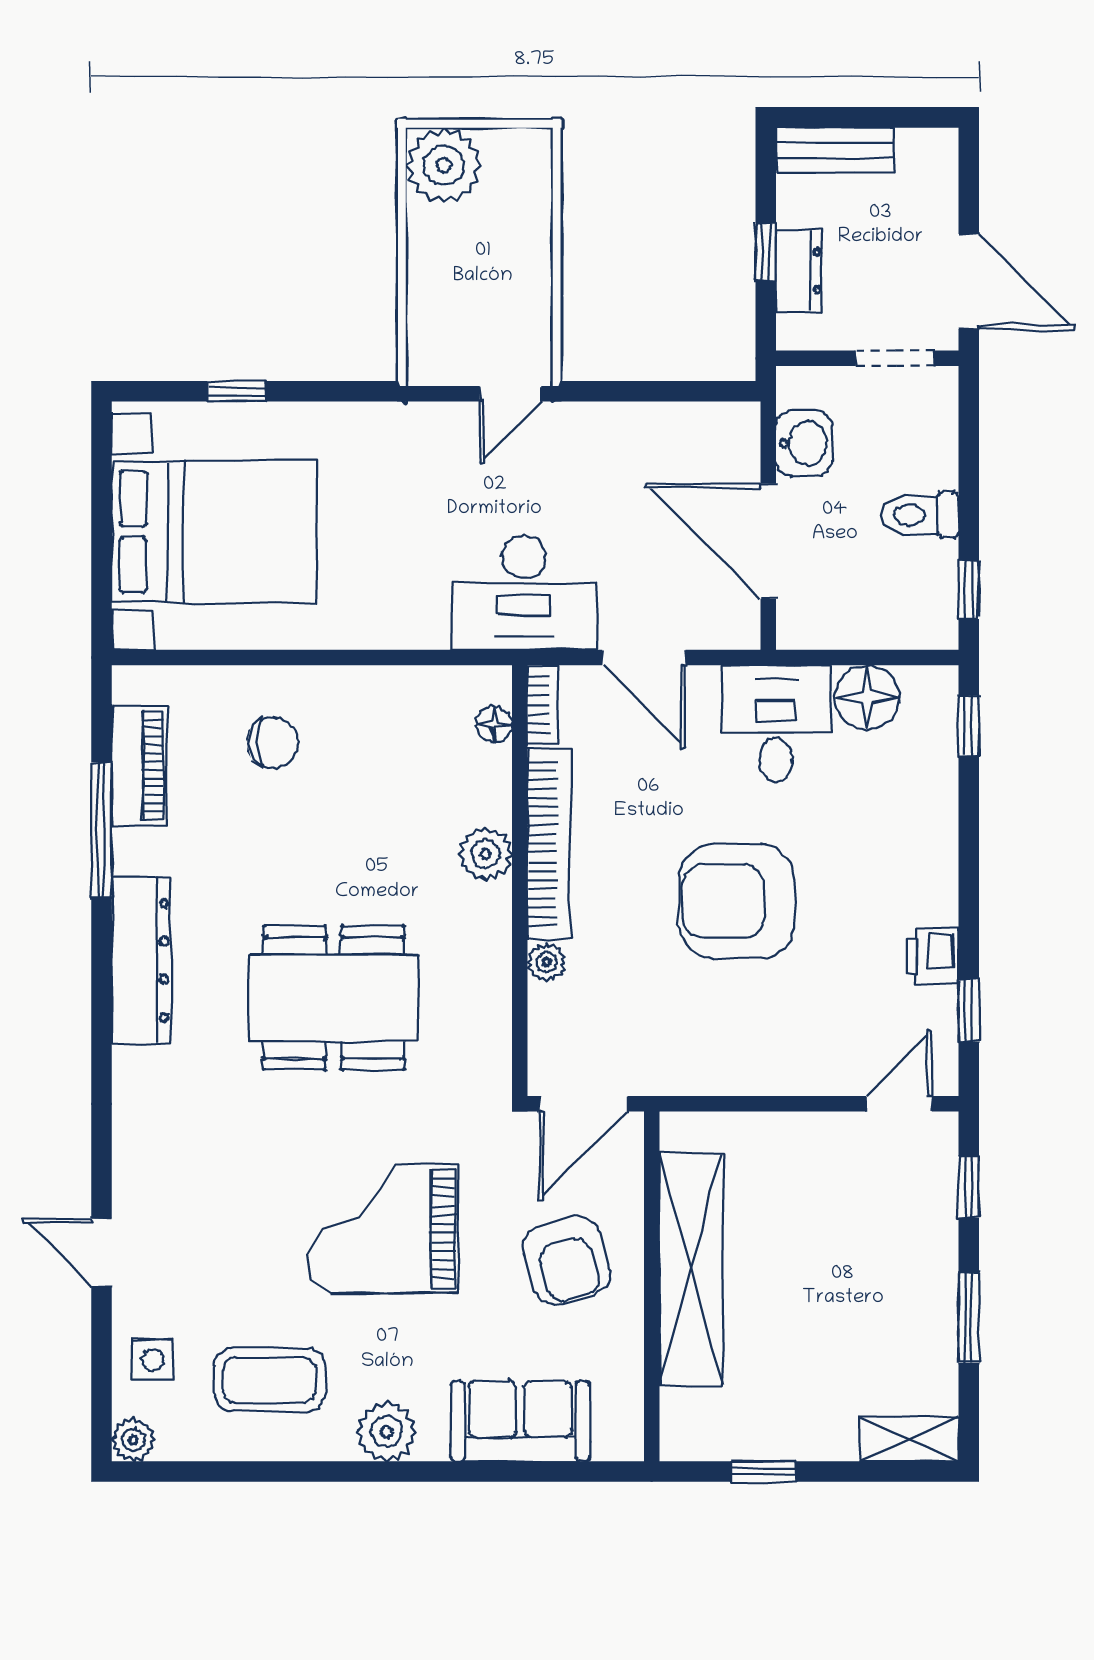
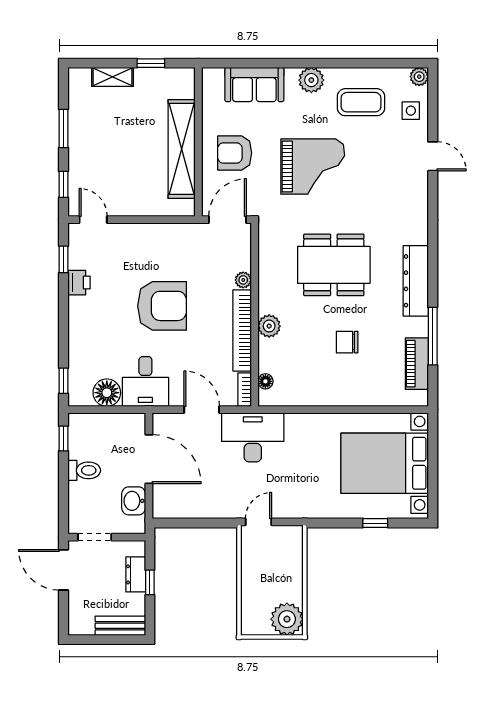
chair: (273, 743) -> (347, 342), moved
door: (899, 1104) -> (93, 220), swing flipped
armchair: (567, 1260) -> (235, 153), turned -73
shelving: (909, 1439) -> (113, 77), moved

